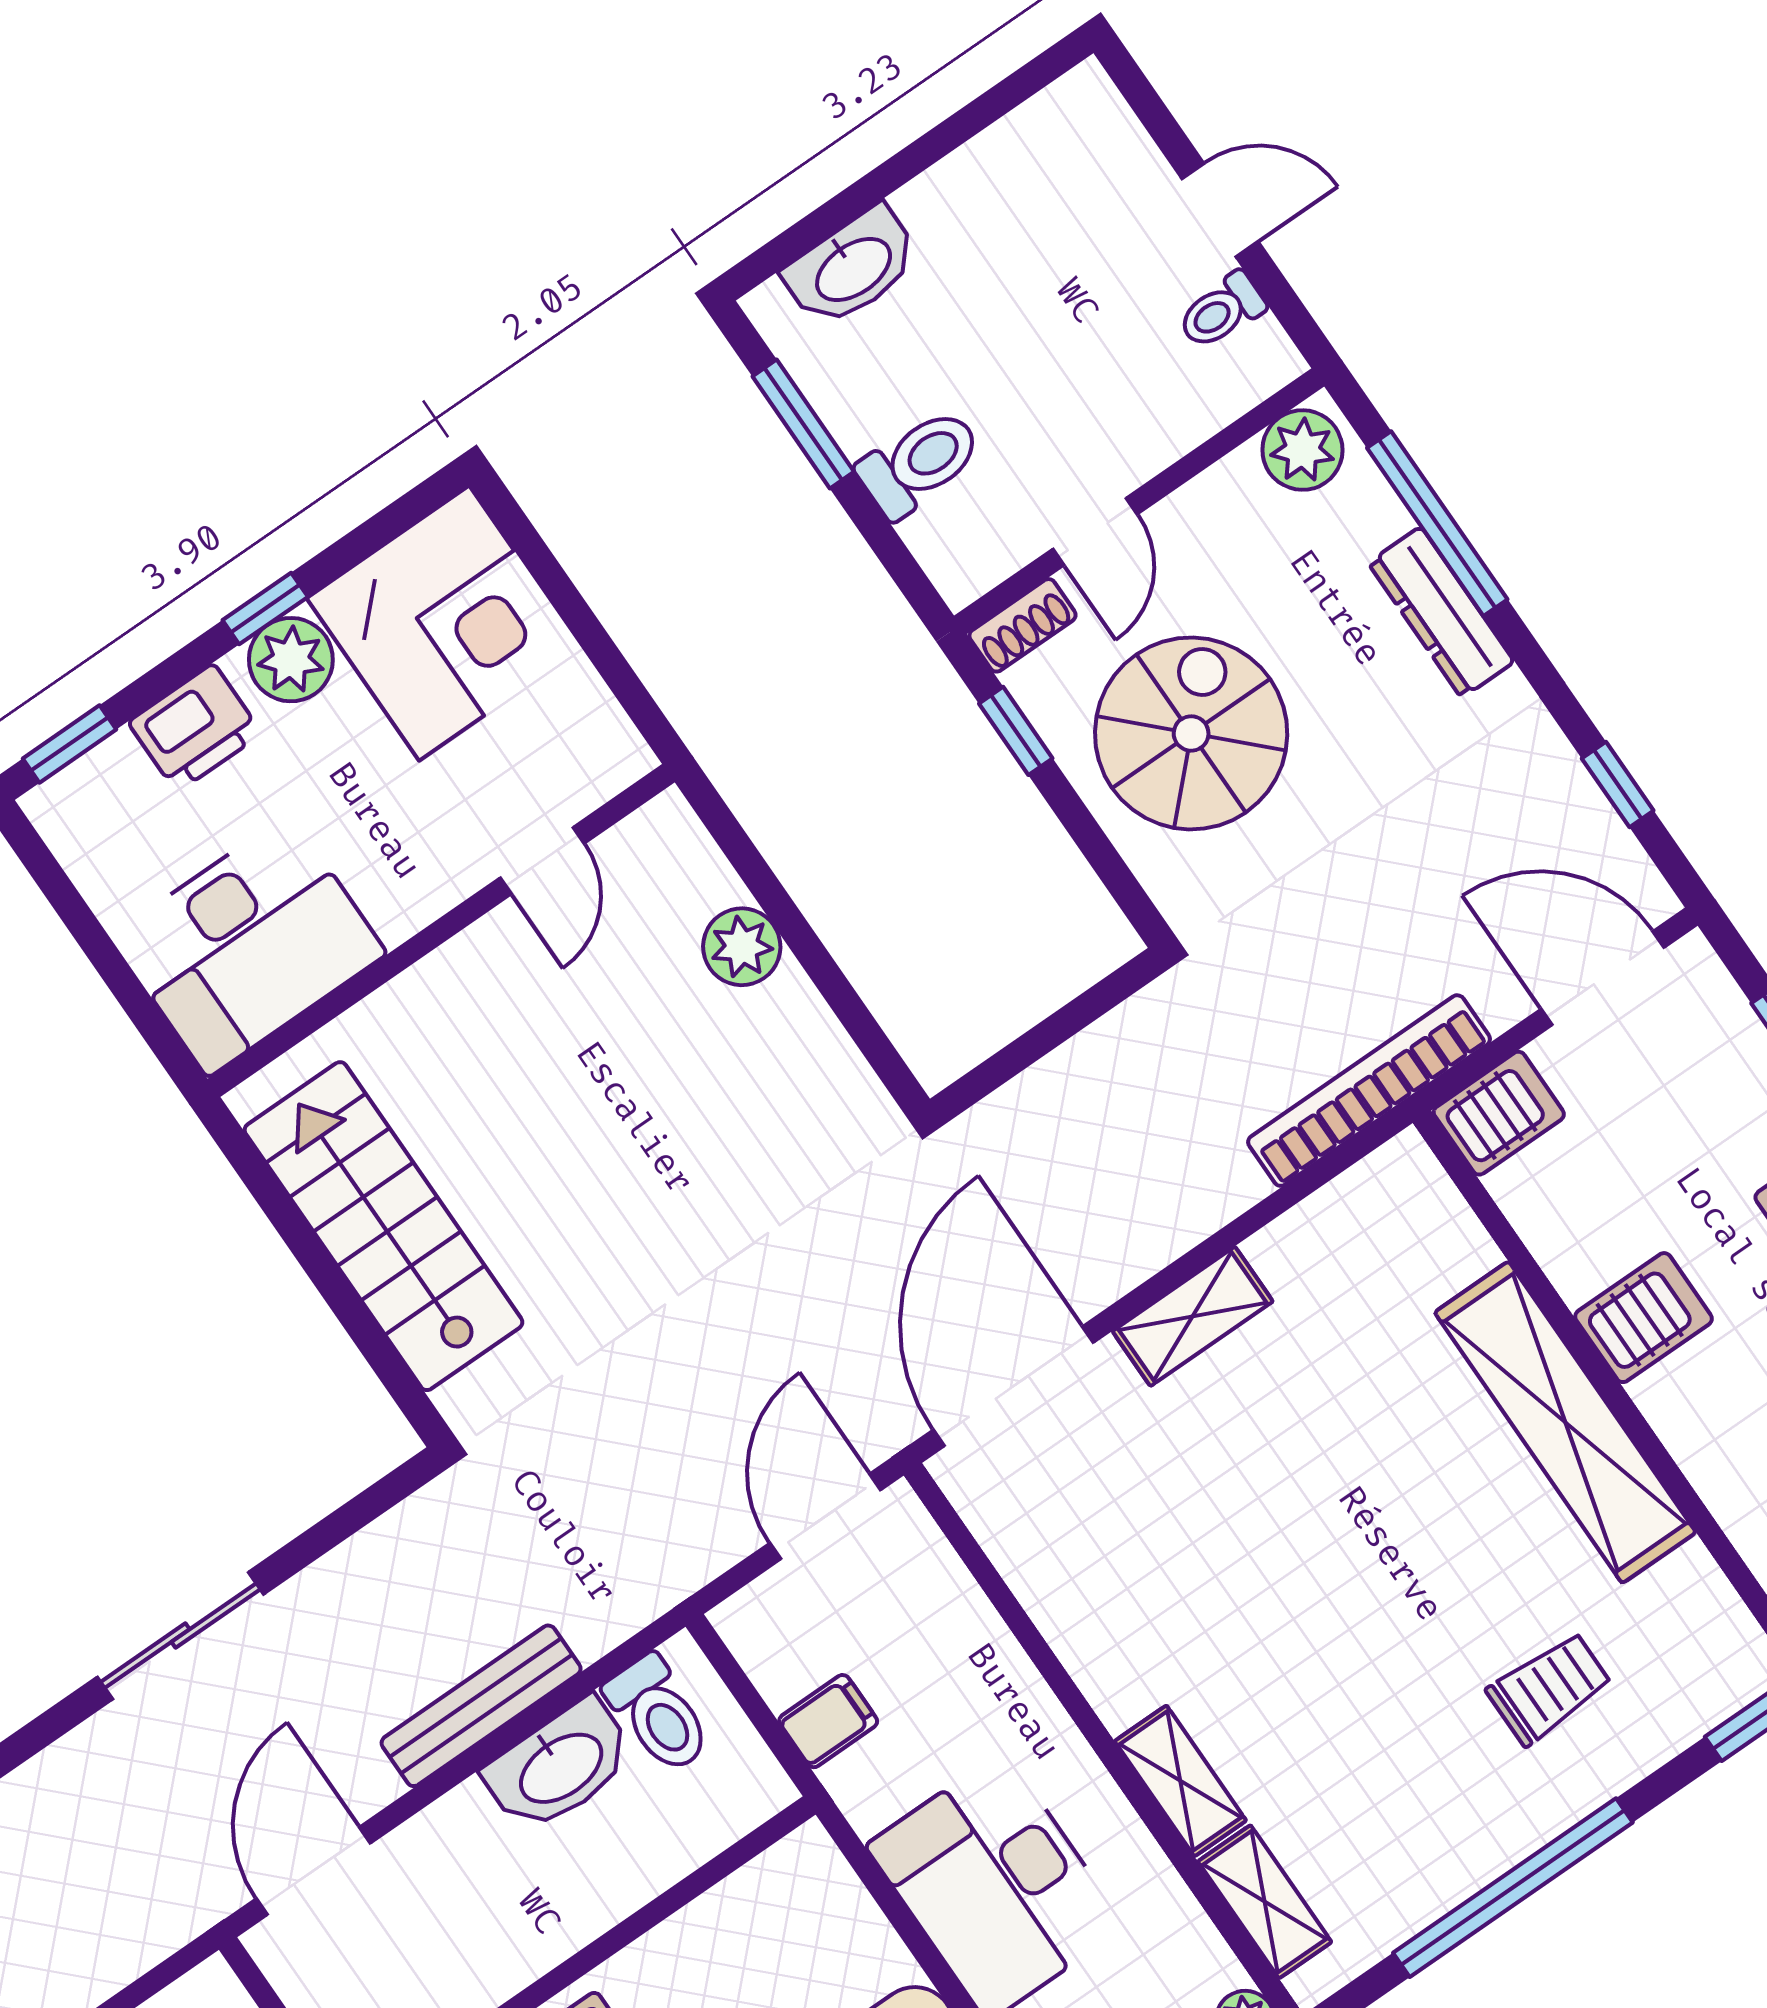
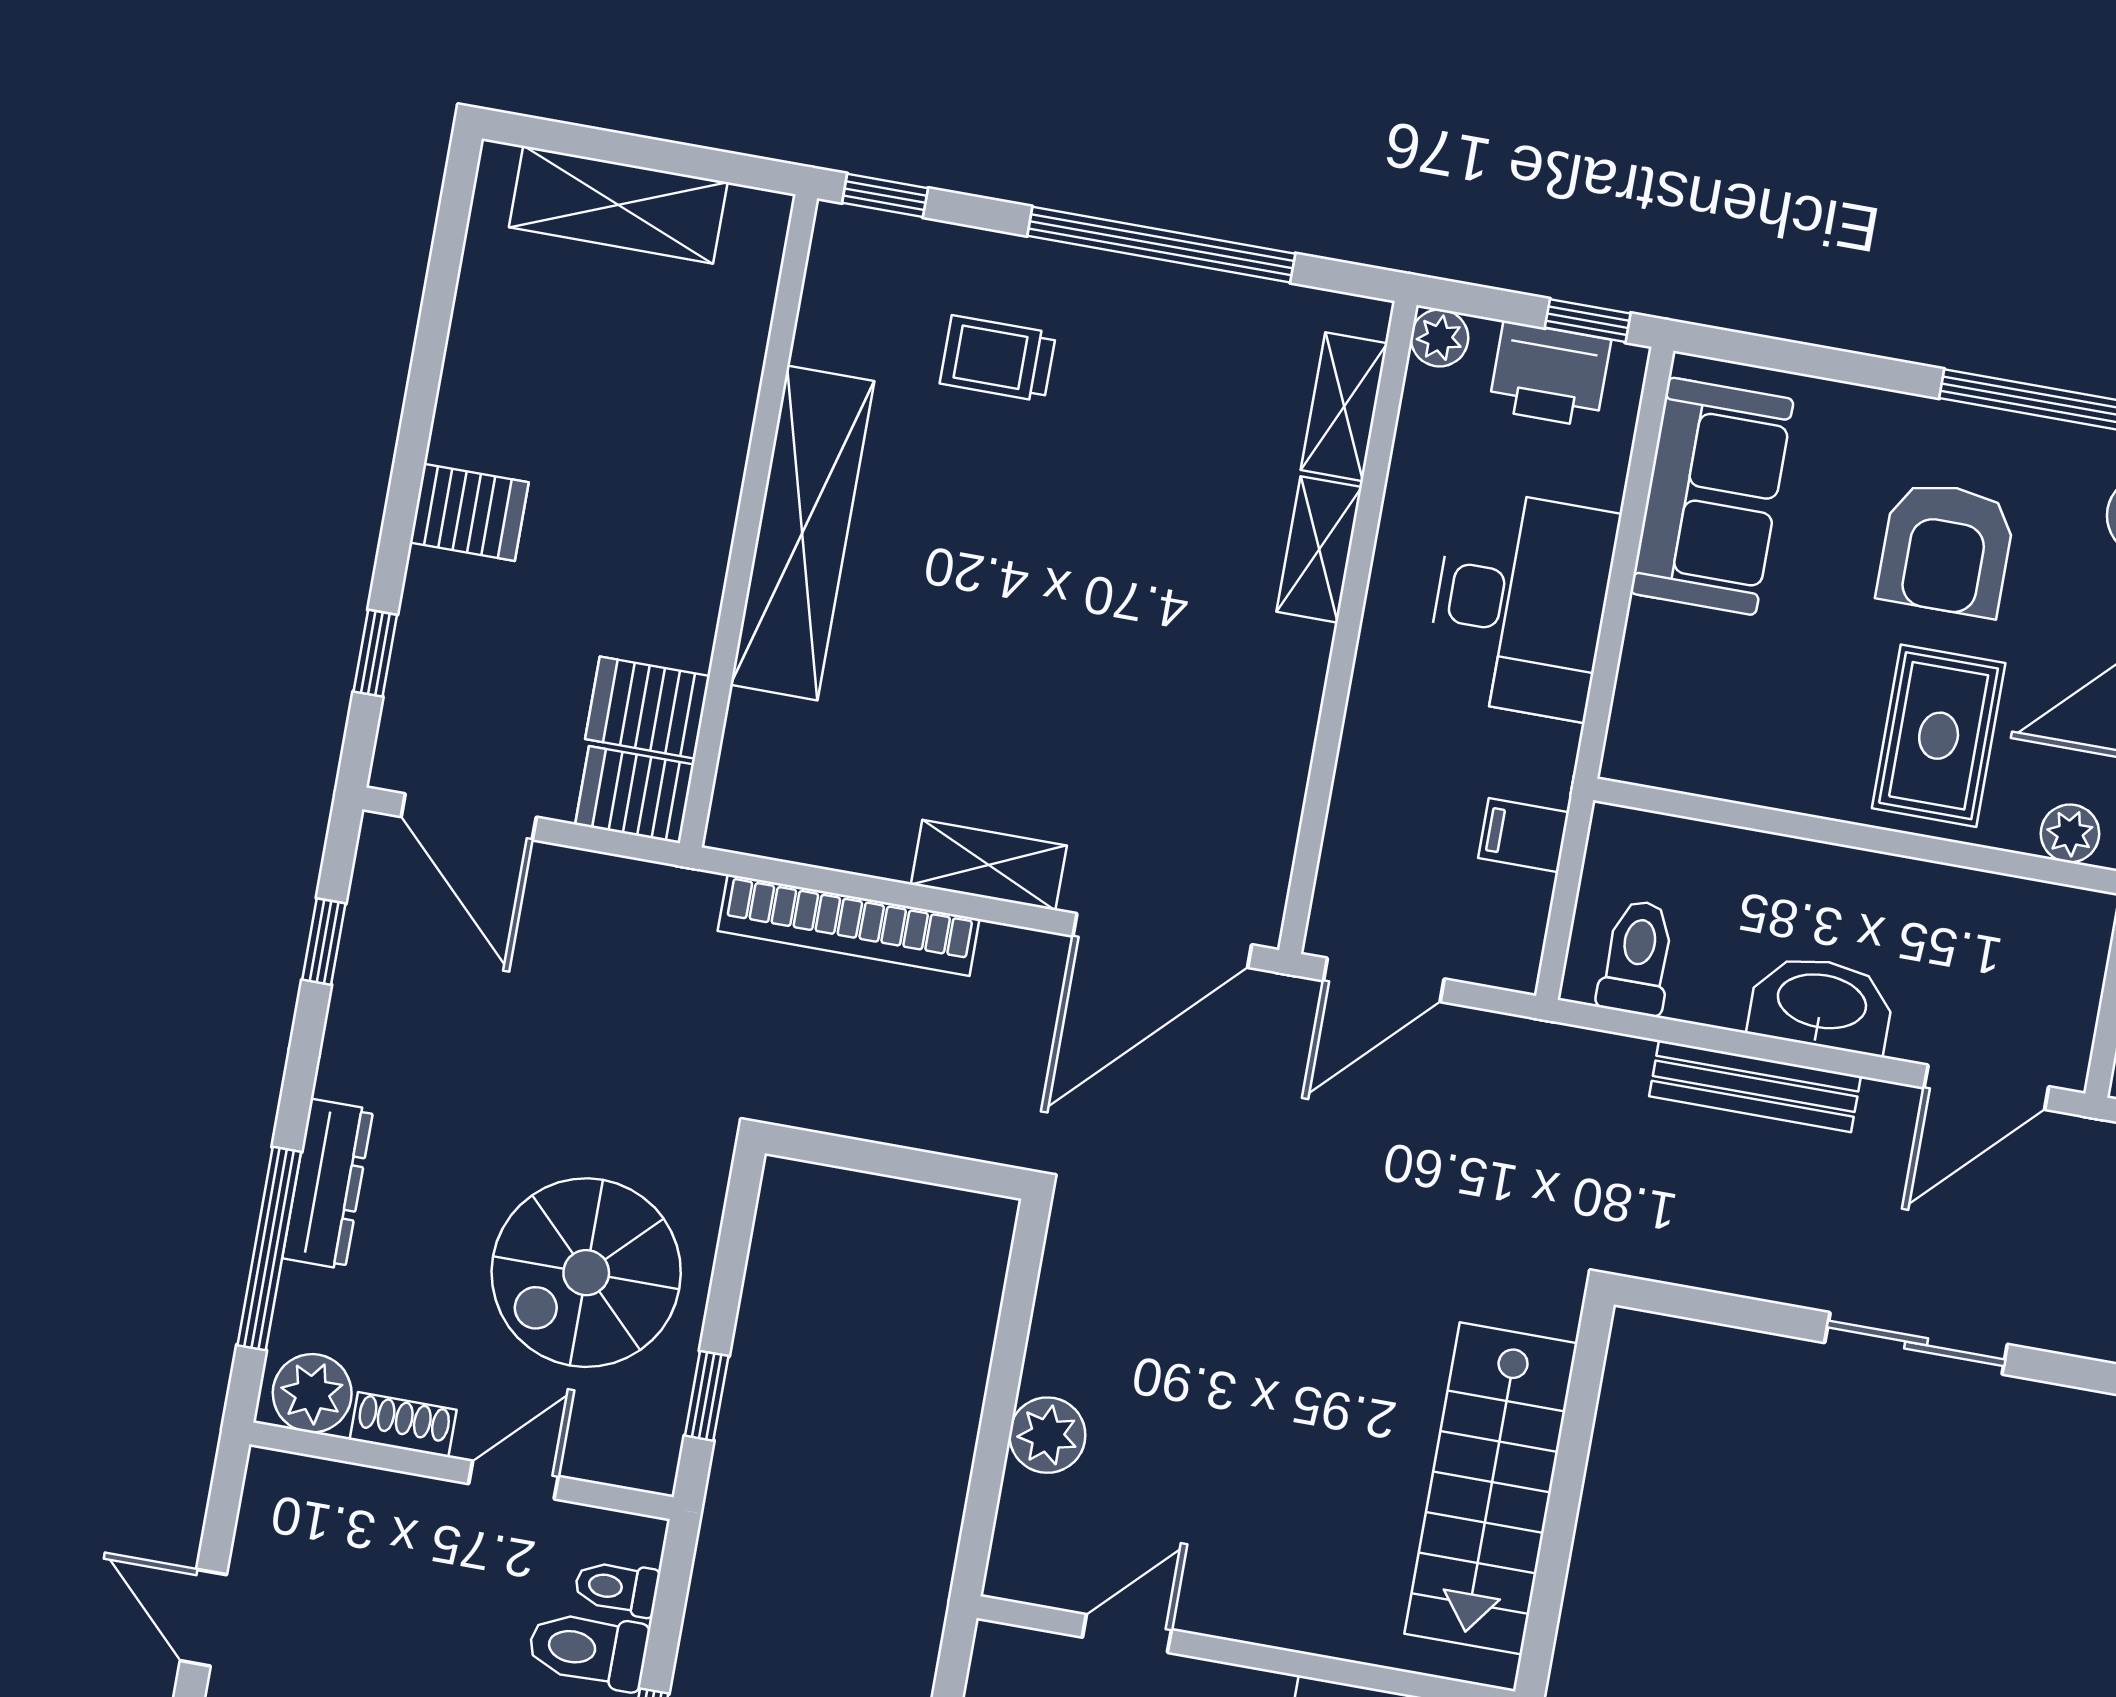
toilet: (1222, 311) -> (617, 1588), moved, turned 180
shoe rack: (1022, 625) -> (403, 1425), moved
bookcase: (1369, 1091) -> (849, 925), moved
server rack: (1644, 1318) -> (647, 708), moved
washbasin: (560, 1766) -> (1821, 1004), moved

